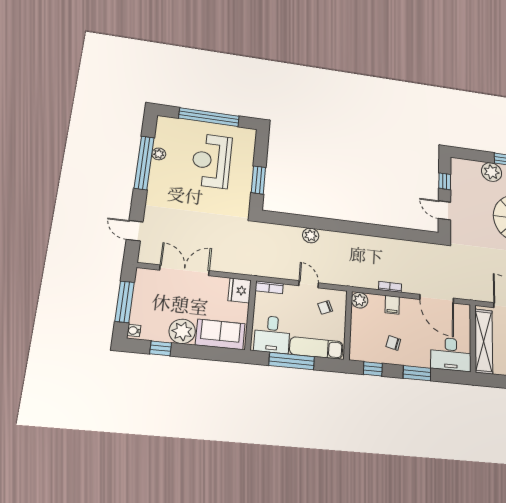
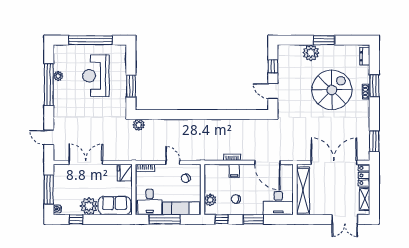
plant: (311, 235) -> (139, 125), moved
plant: (360, 300) -> (210, 200), moved

